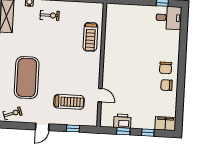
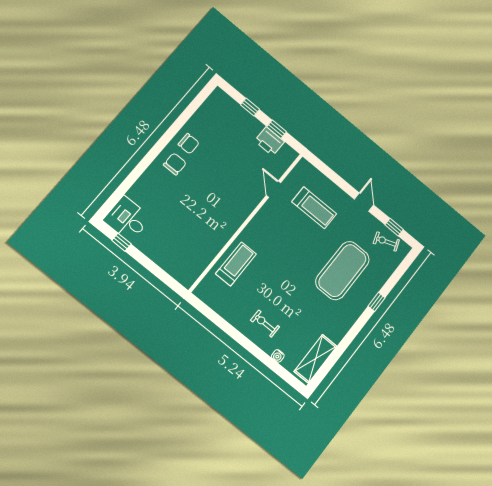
treadmill: (69, 102) -> (314, 208), turned 180
filing cabinet: (165, 124) -> (223, 102), removed
door: (42, 127) -> (364, 202), hinge flipped
window: (73, 128) -> (394, 227), moved

